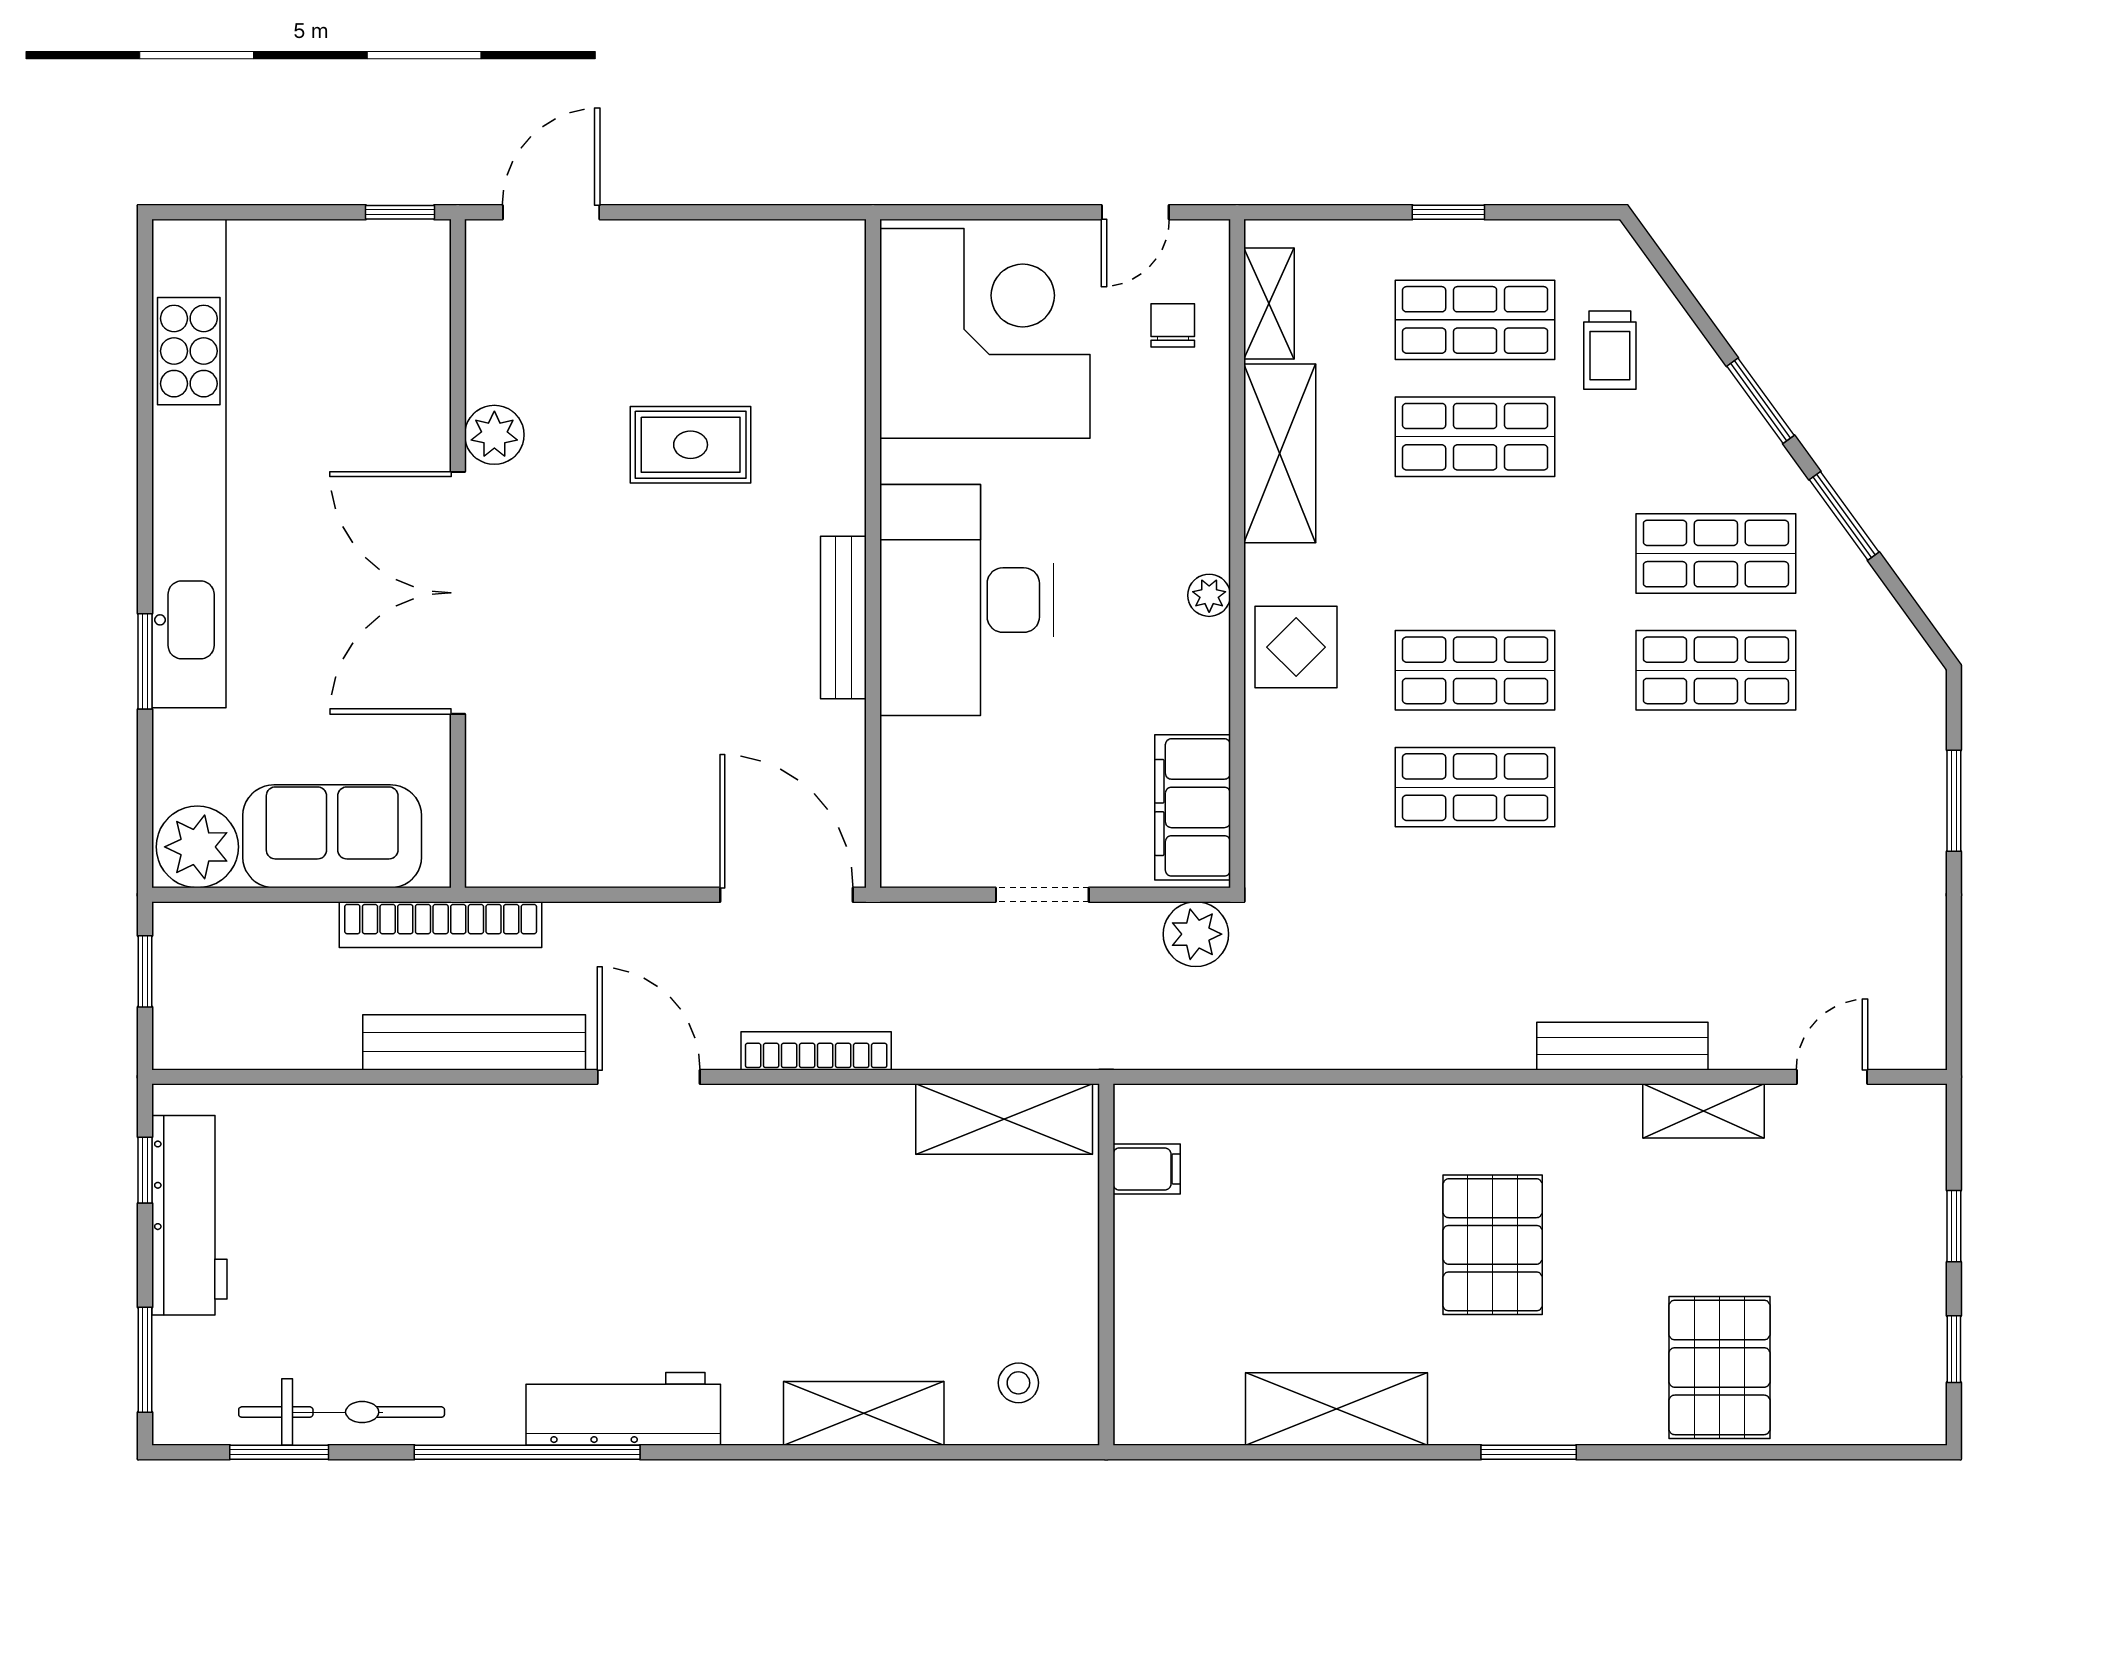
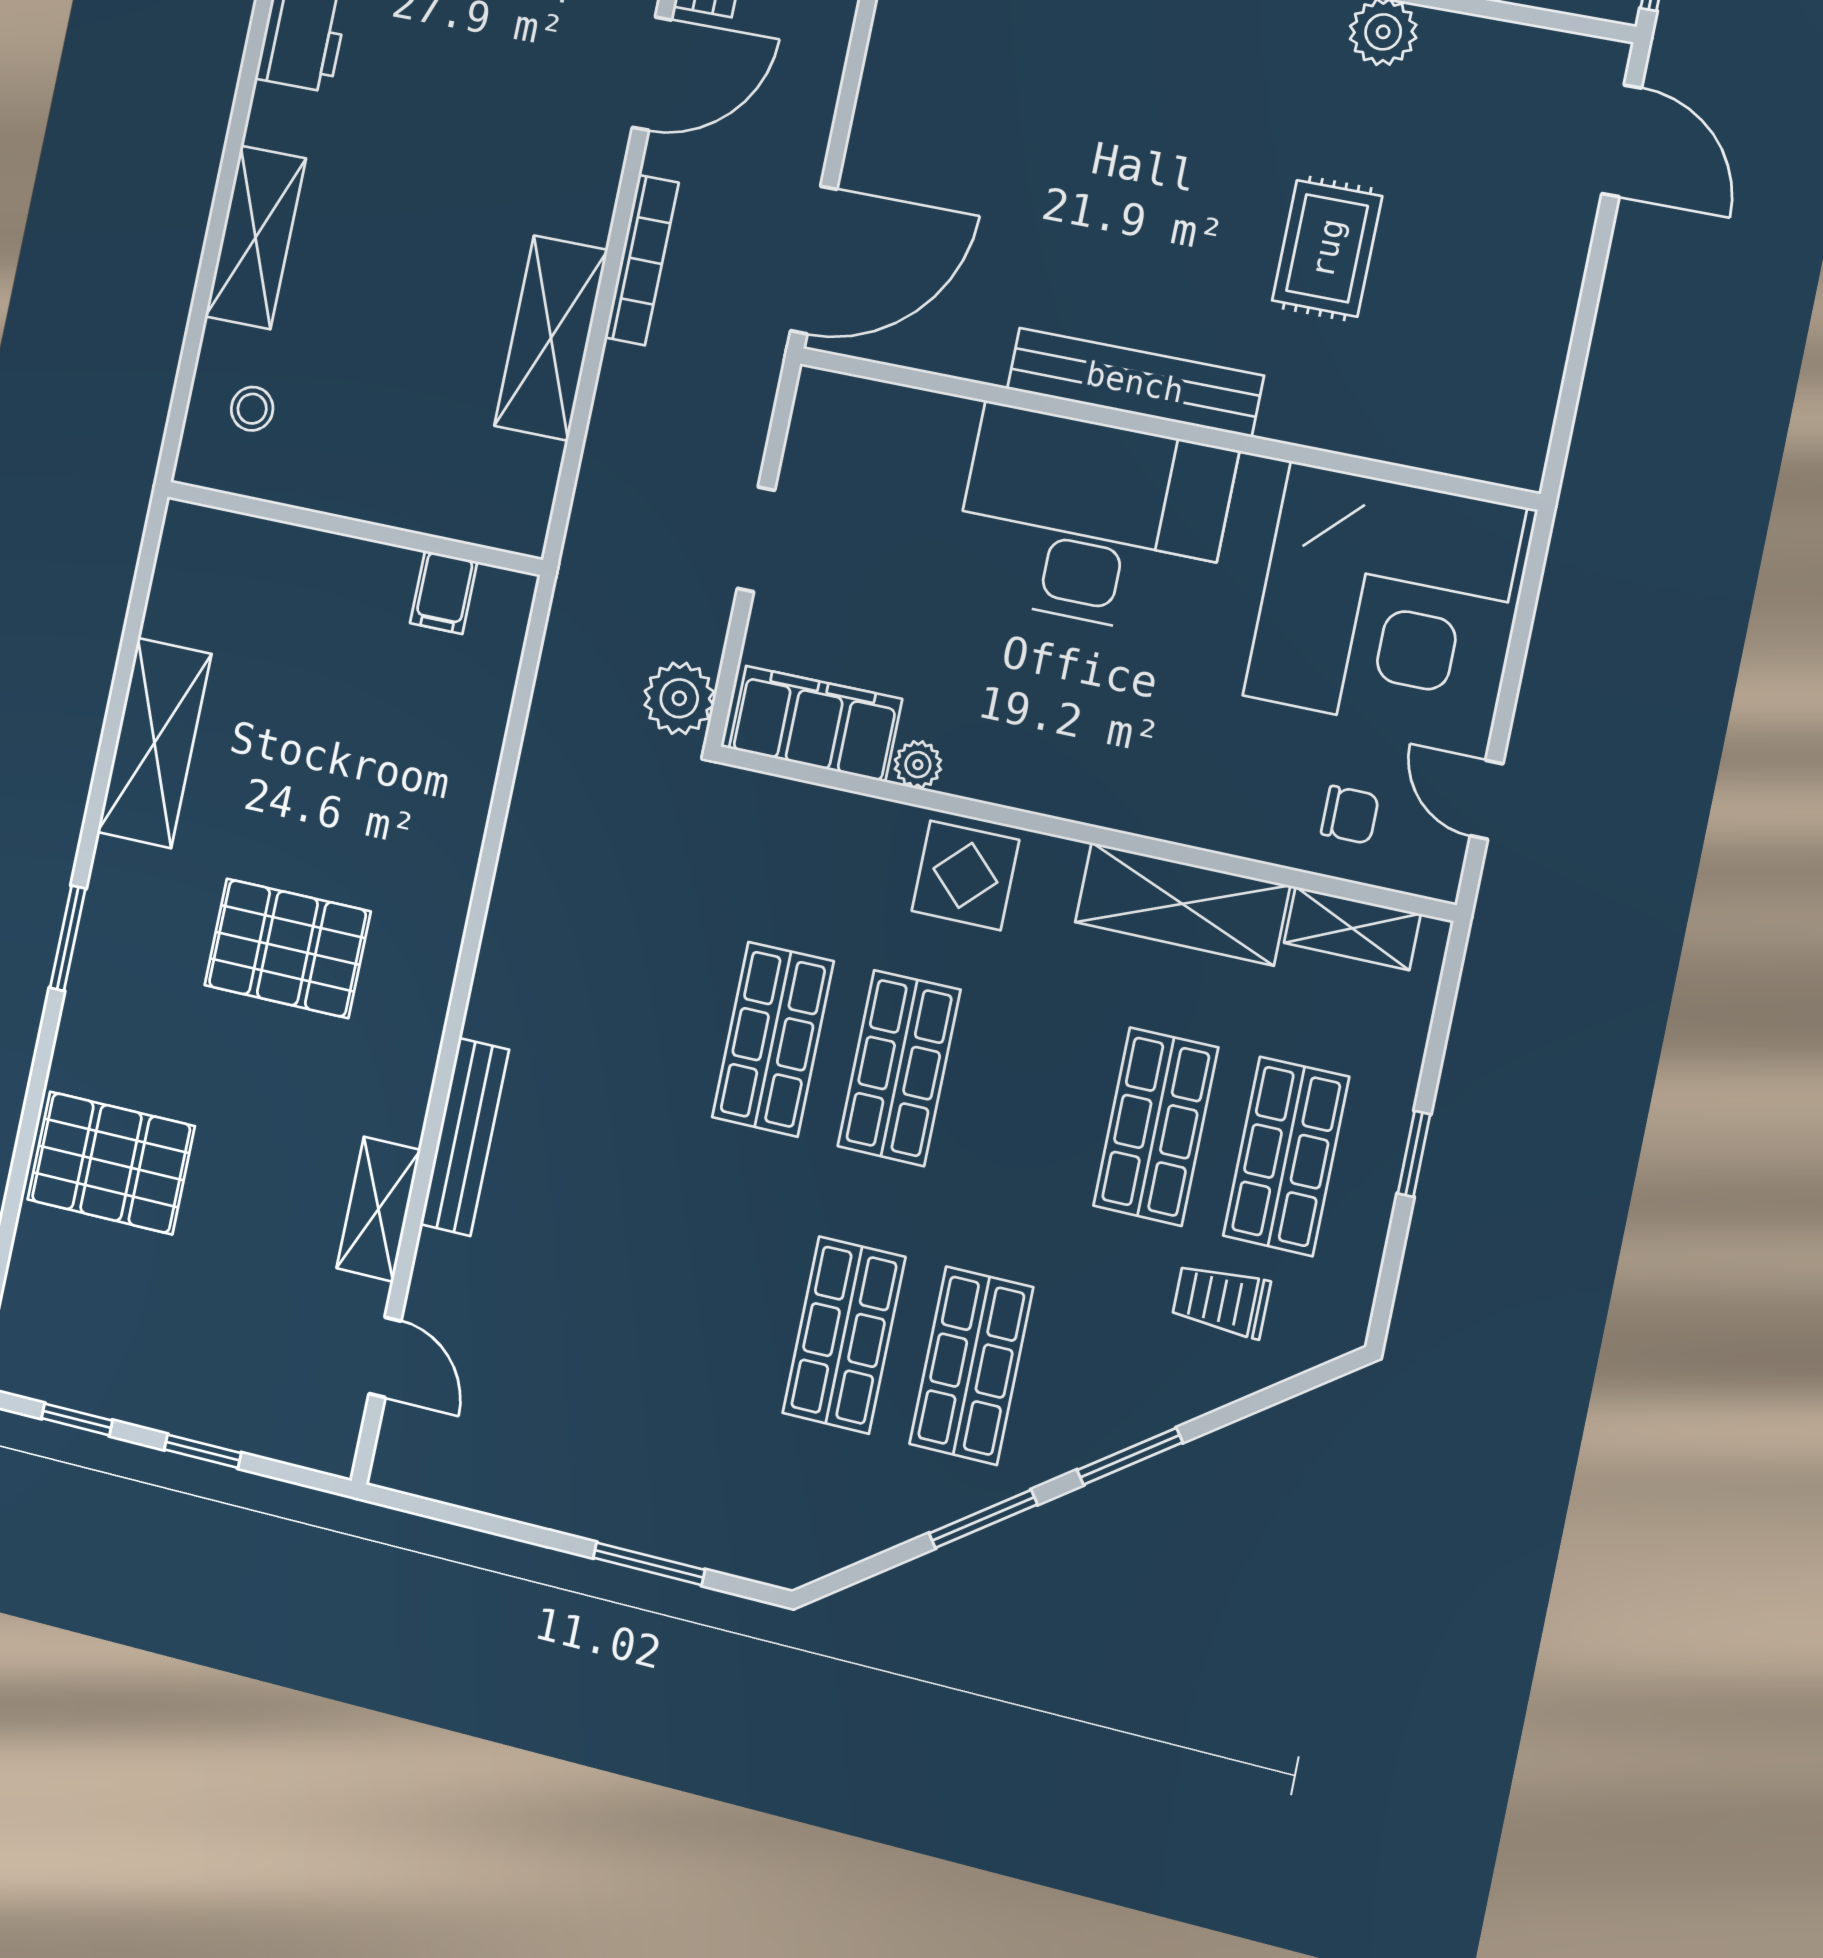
plant: (1209, 595) -> (918, 765), moved
bench: (843, 617) -> (1135, 382), width x1.37, depth x1.21
shelving: (1004, 1119) -> (551, 338), moved

